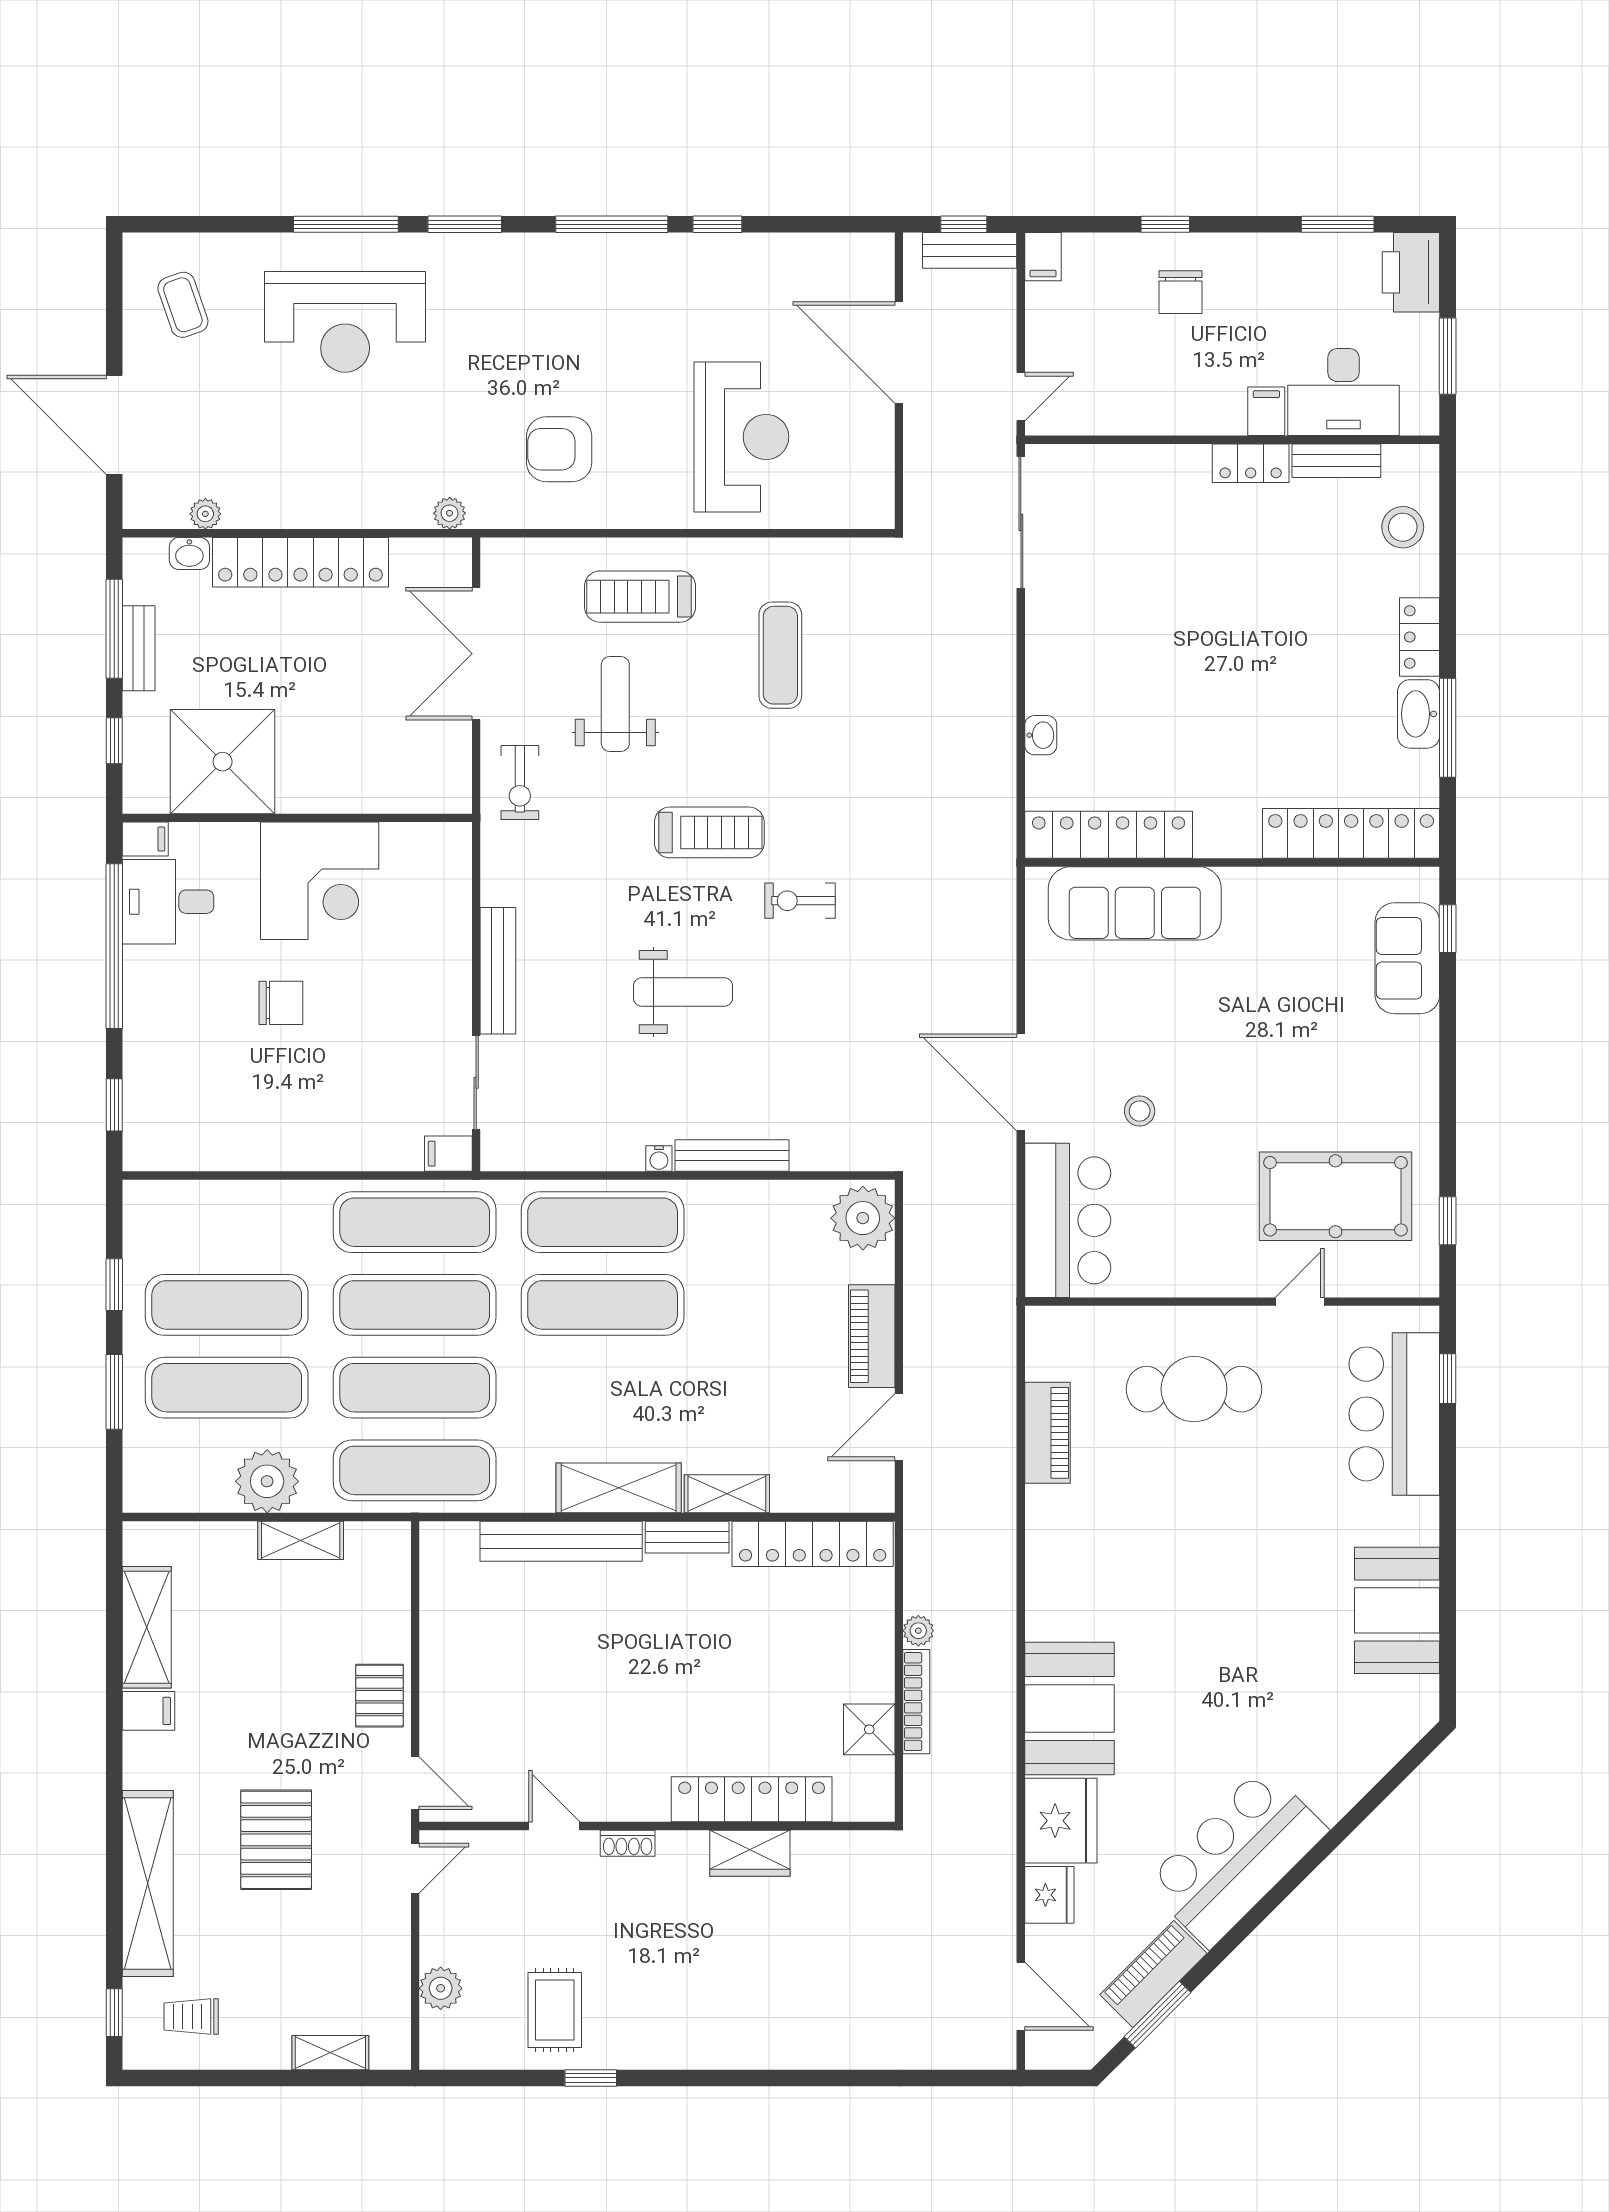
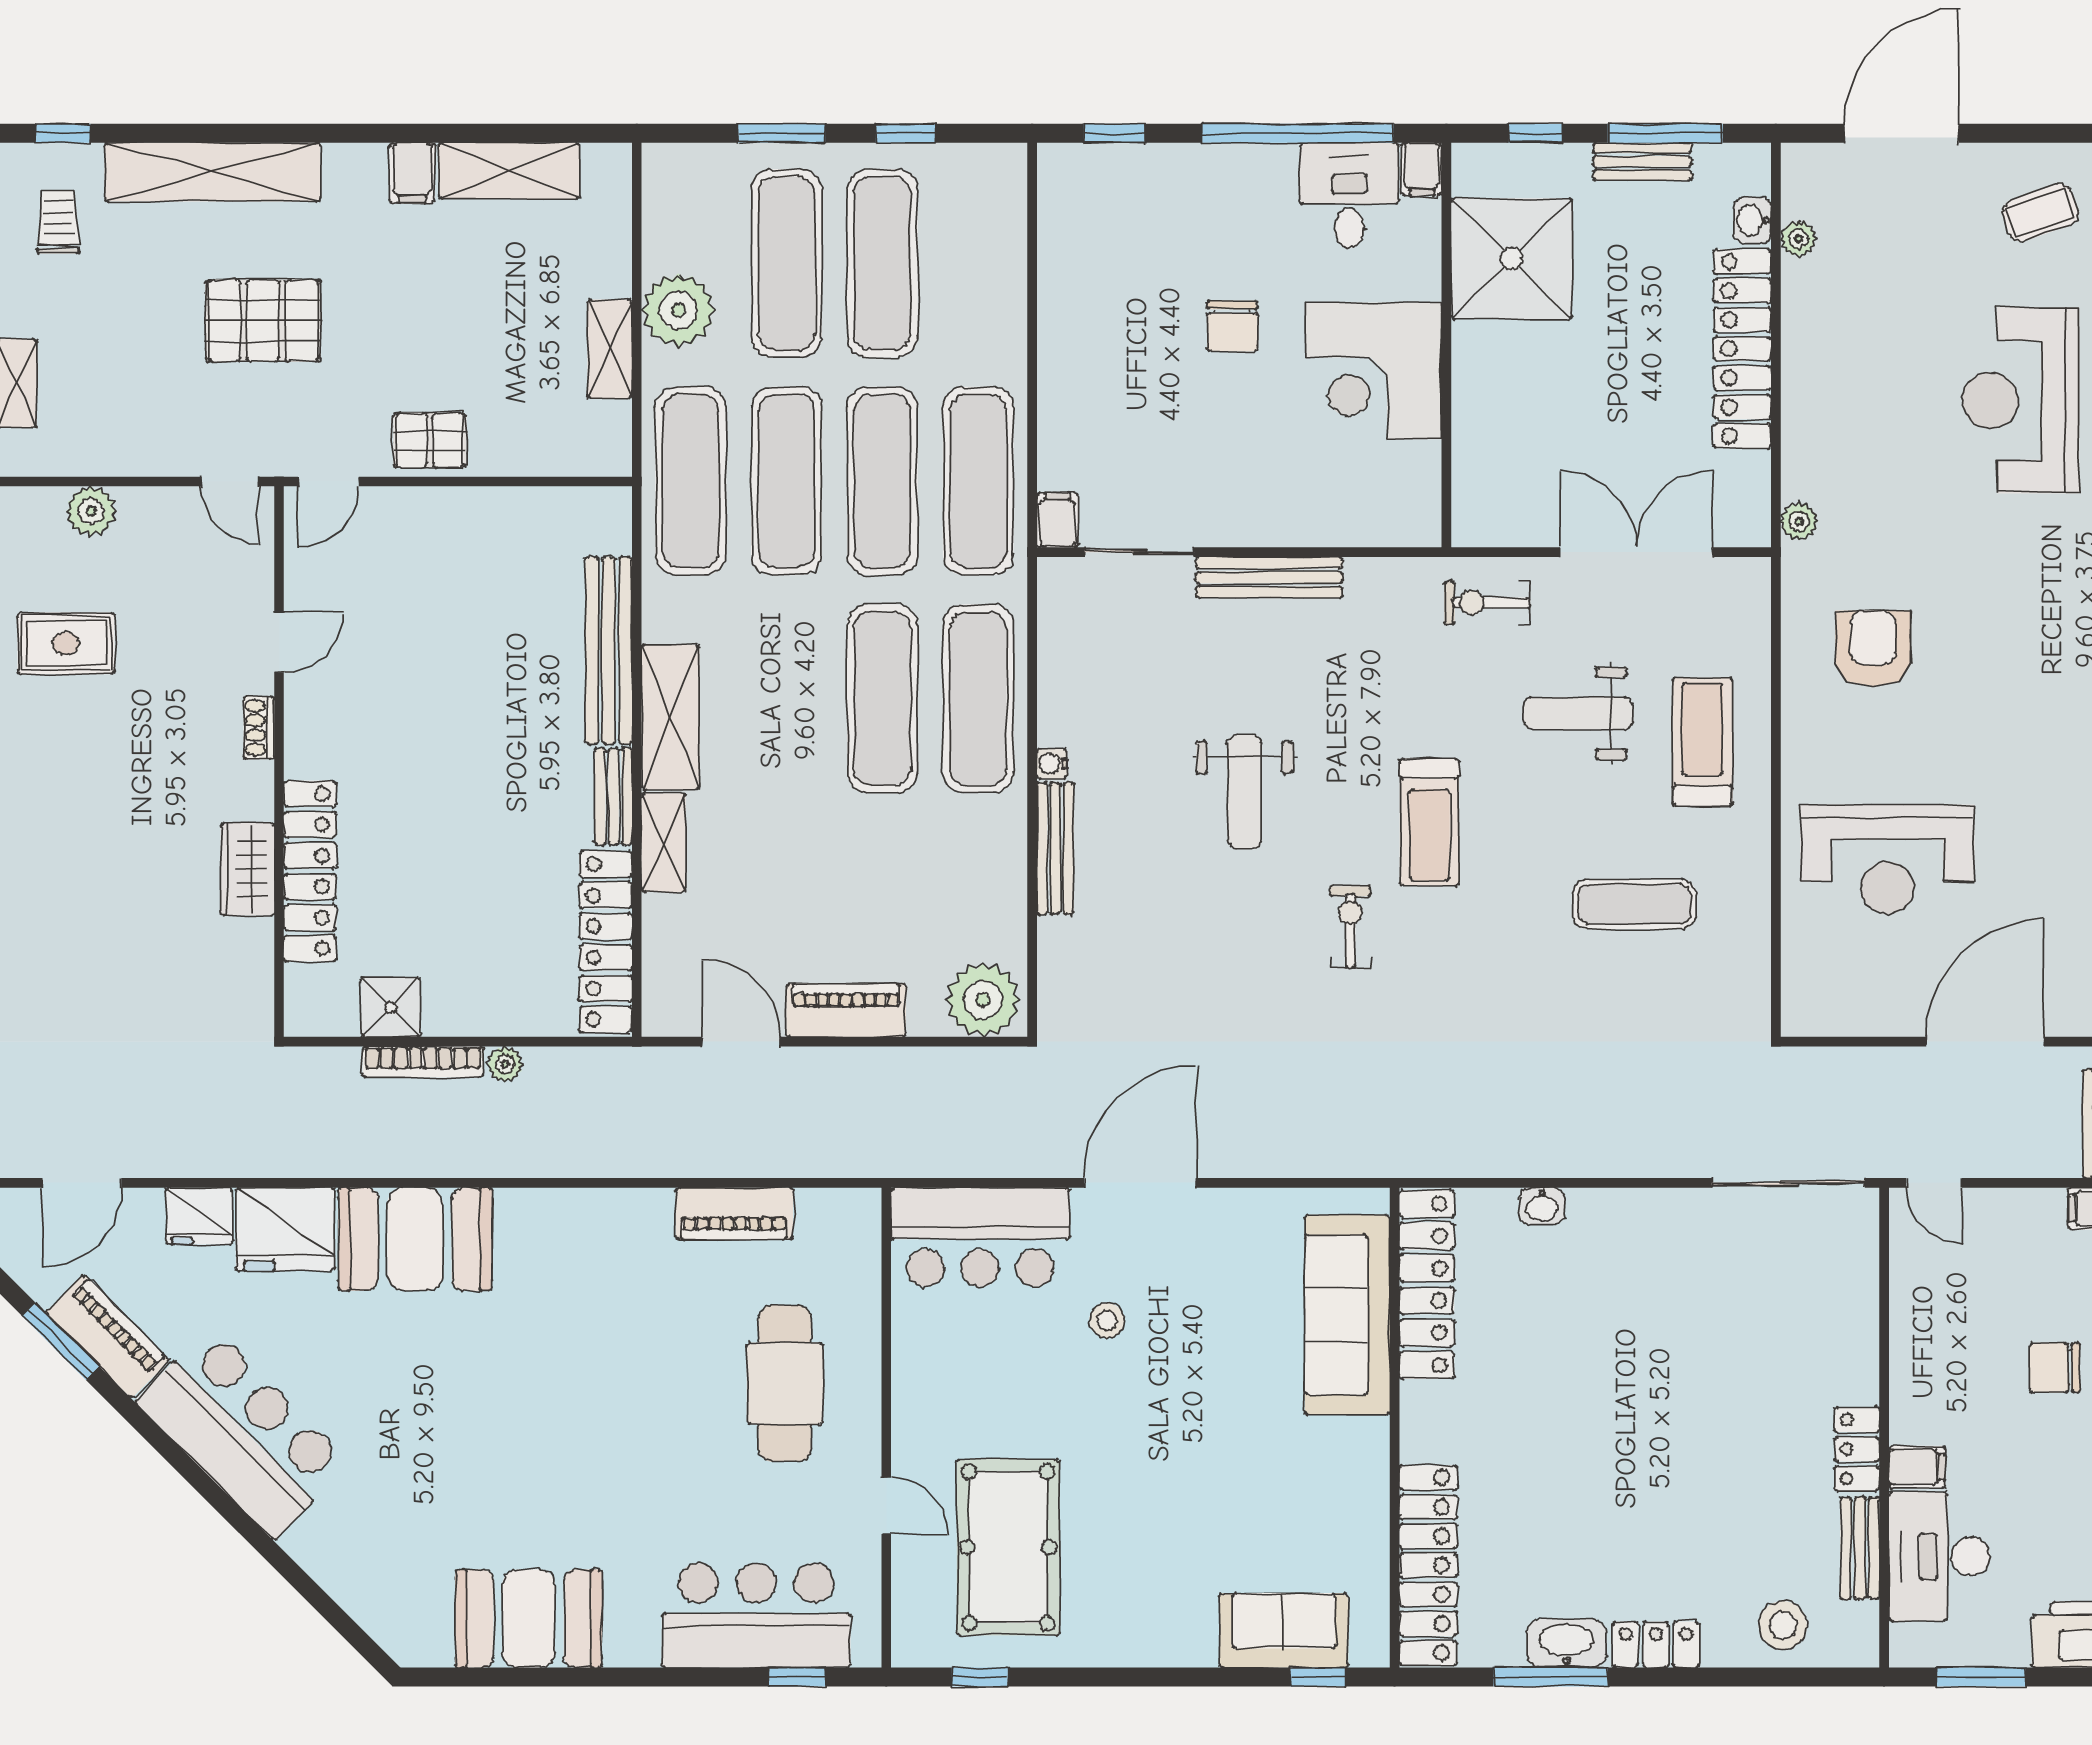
weight bench: (615, 704) -> (1578, 713), turned 180

